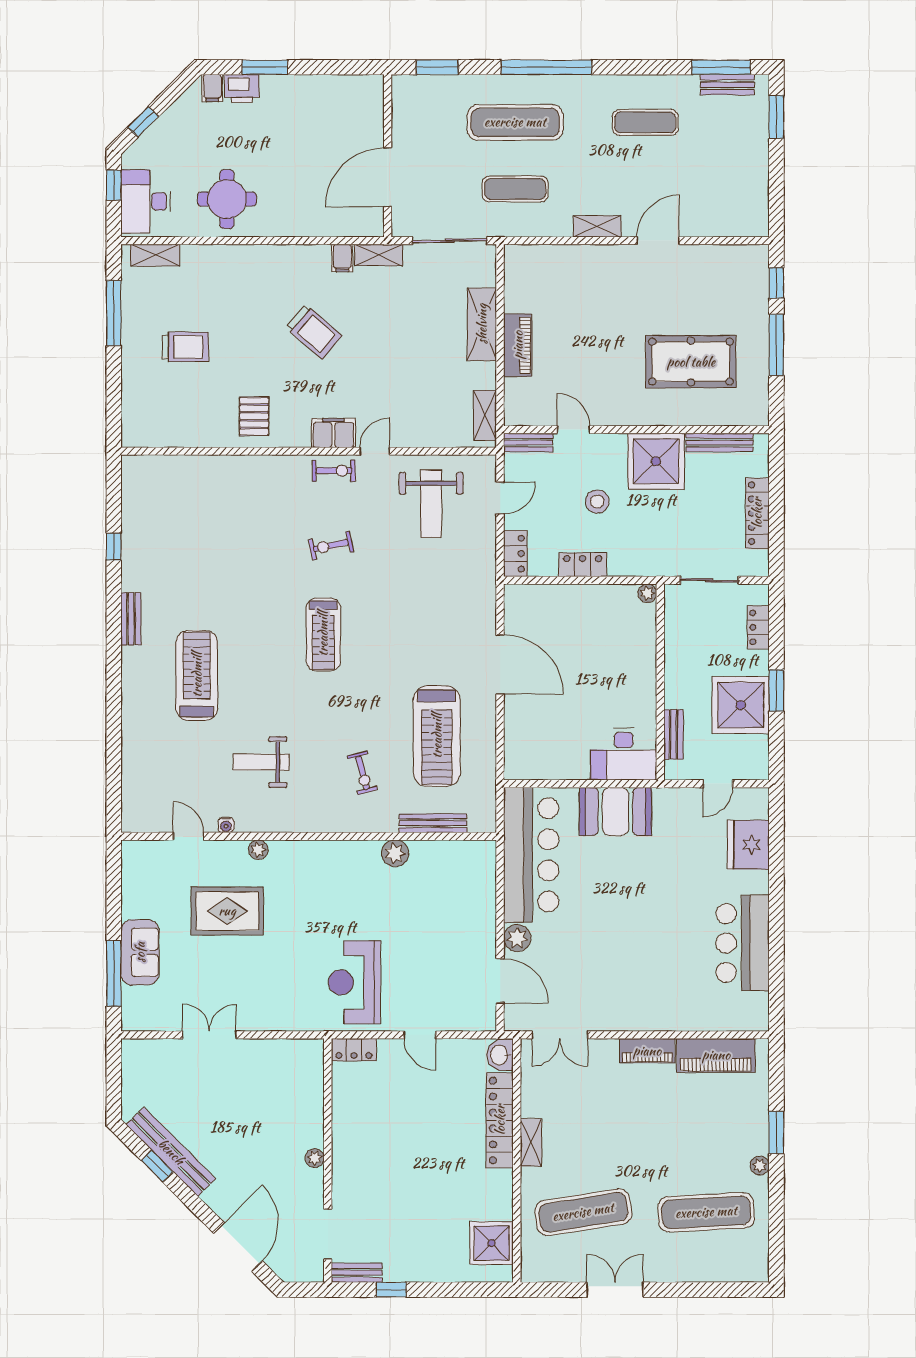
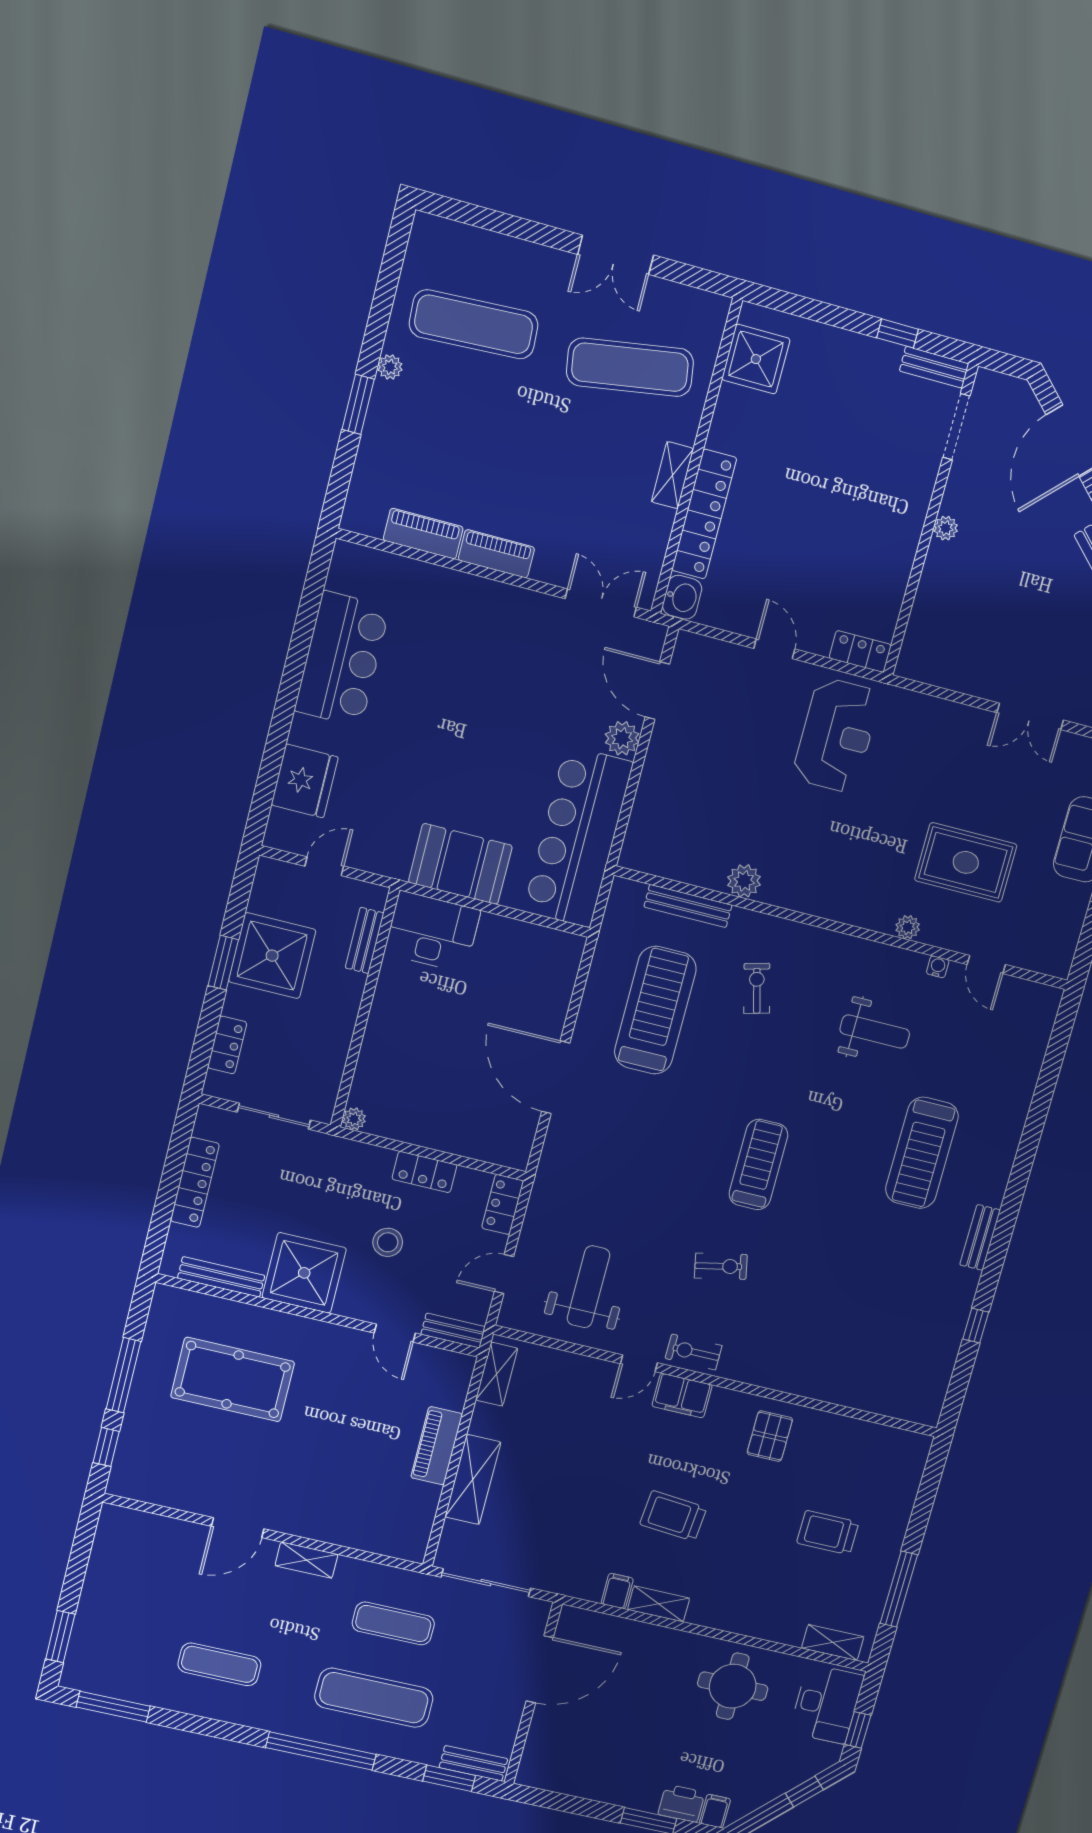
bench: (727, 85) -> (473, 1763), moved
shelving: (379, 255) -> (659, 1604), moved
trolley: (314, 332) -> (673, 1516), turned -36
piano: (716, 1055) -> (423, 534), width x0.73, depth x0.75

